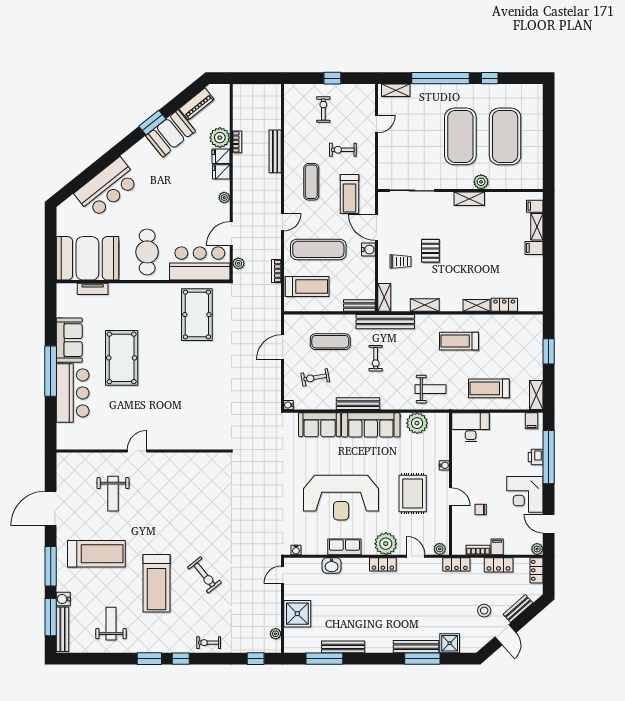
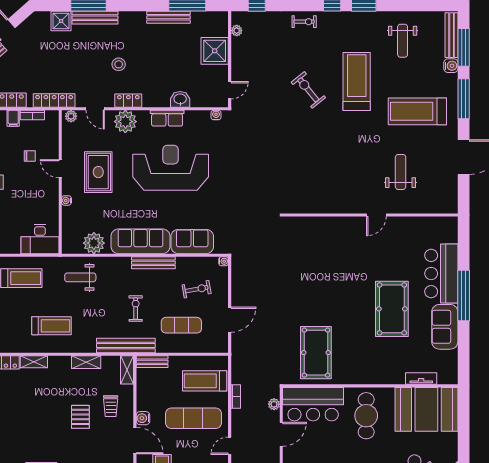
trolley: (400, 261) -> (111, 406), turned -90
locker: (456, 564) -> (54, 101), width x1.53
stool: (484, 611) -> (119, 64), moved

